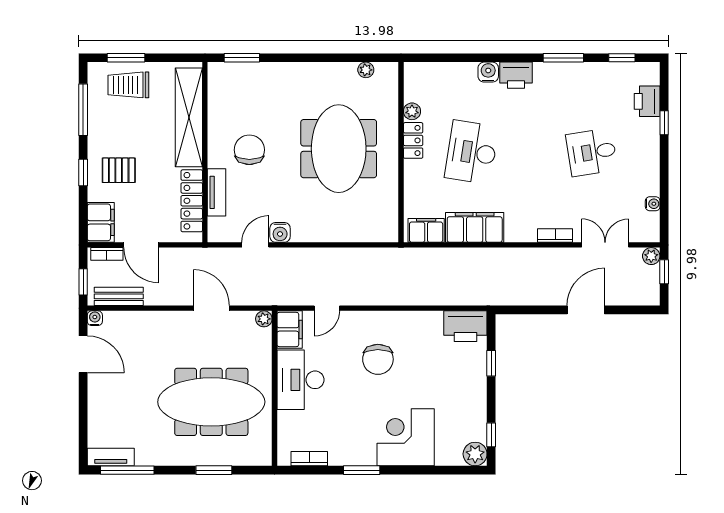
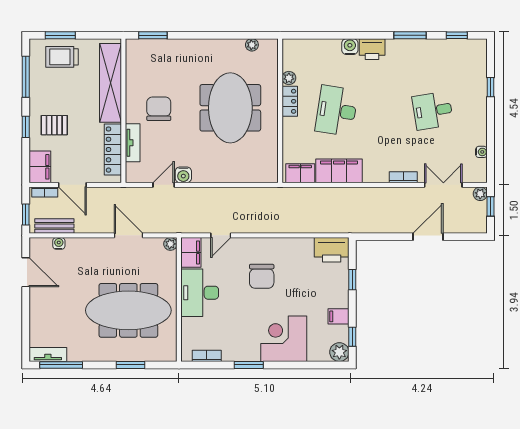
printer: (647, 101) -> (477, 70), removed
water cooler: (95, 318) -> (59, 243), moved
filing cabinet: (474, 409) -> (339, 316), added

